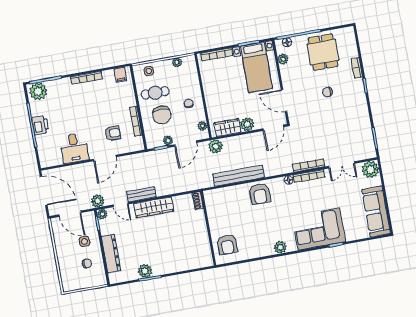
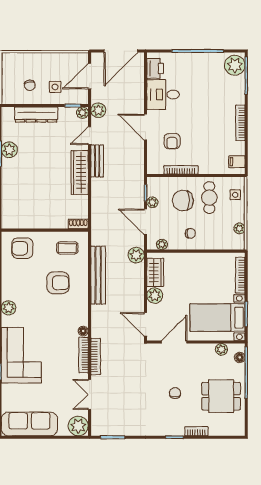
printer: (40, 125) -> (155, 68), moved, turned -90
armchair: (260, 194) -> (58, 283), moved, turned 180
coffee table: (220, 206) -> (67, 248), added

